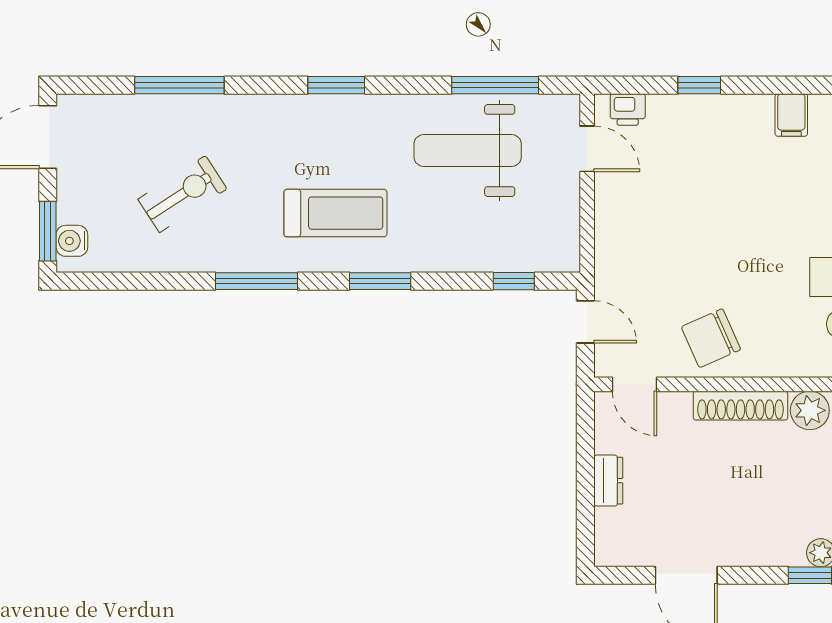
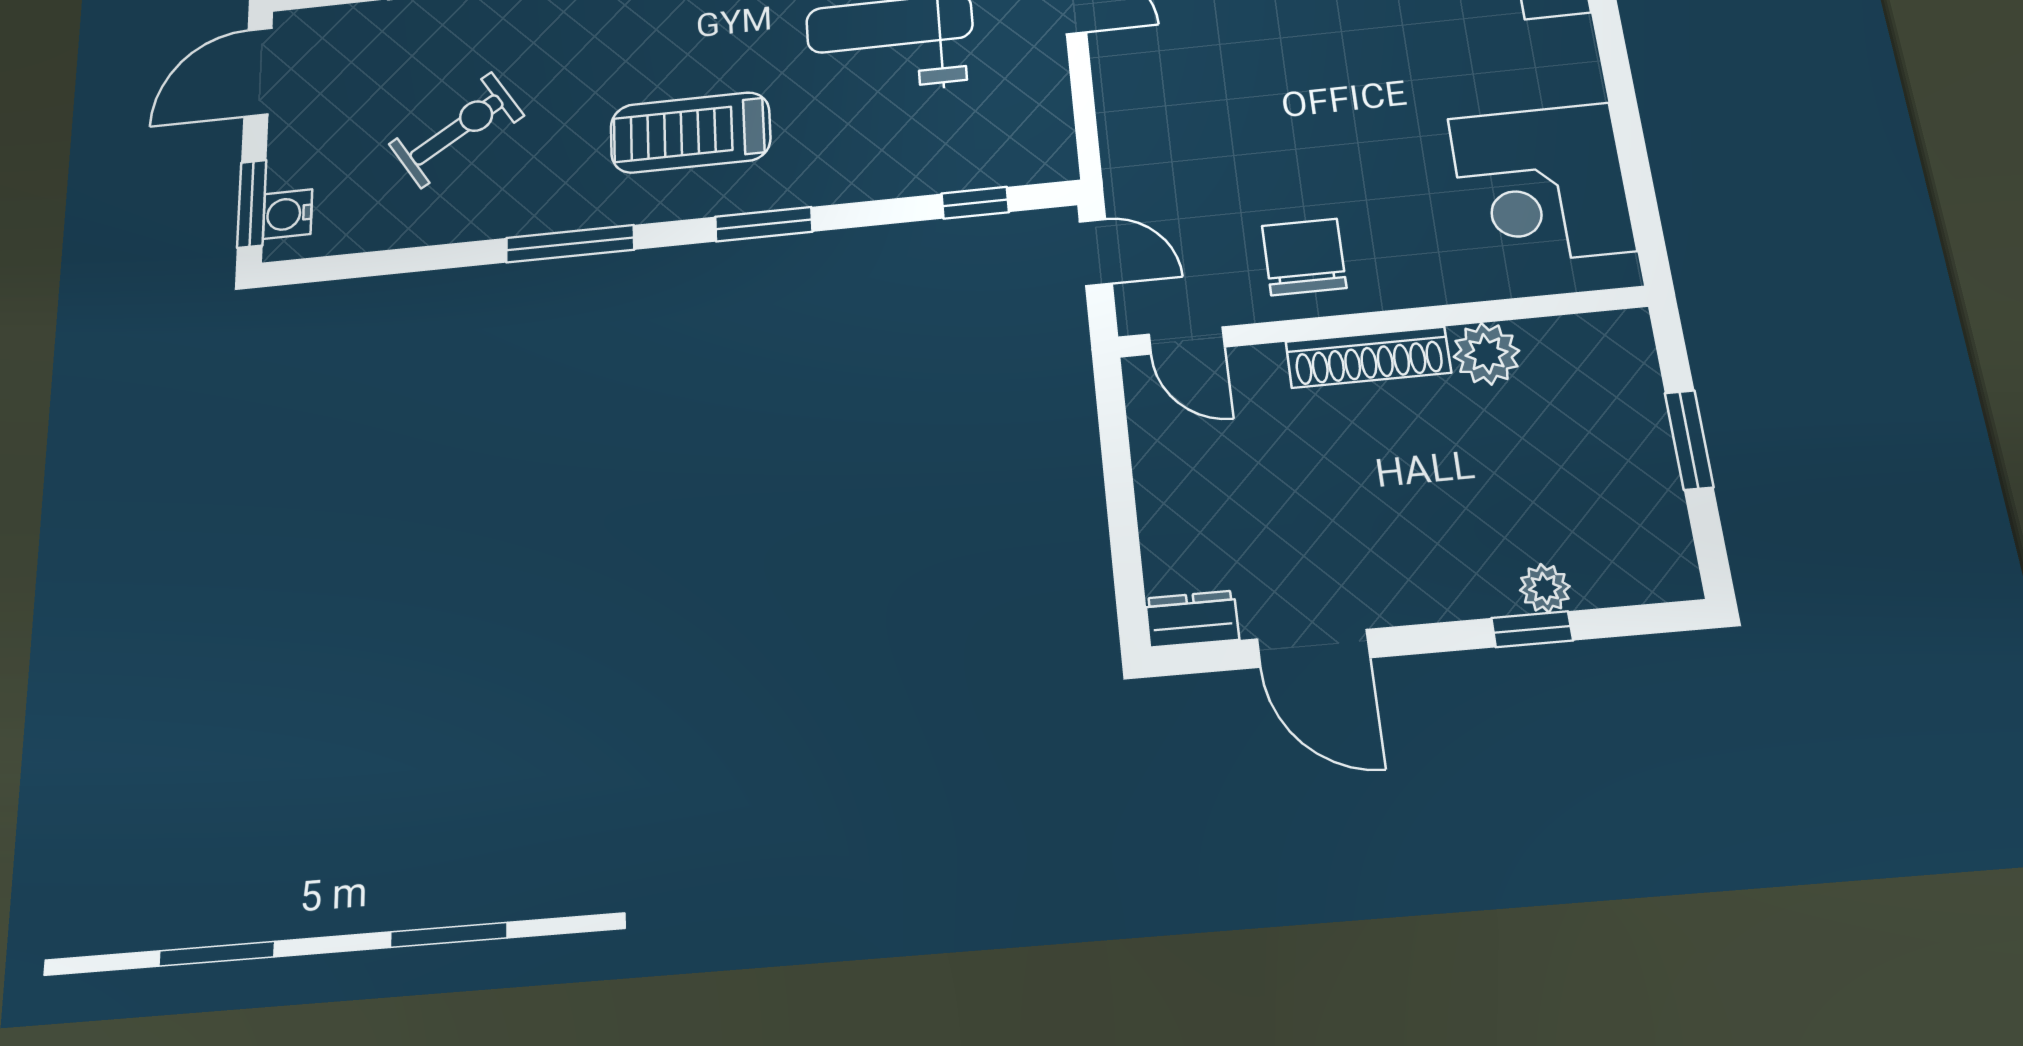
treadmill: (335, 213) -> (690, 133), turned 180
chair: (711, 338) -> (1304, 257), turned 114
dresser: (608, 481) -> (1192, 619), moved, turned -90

